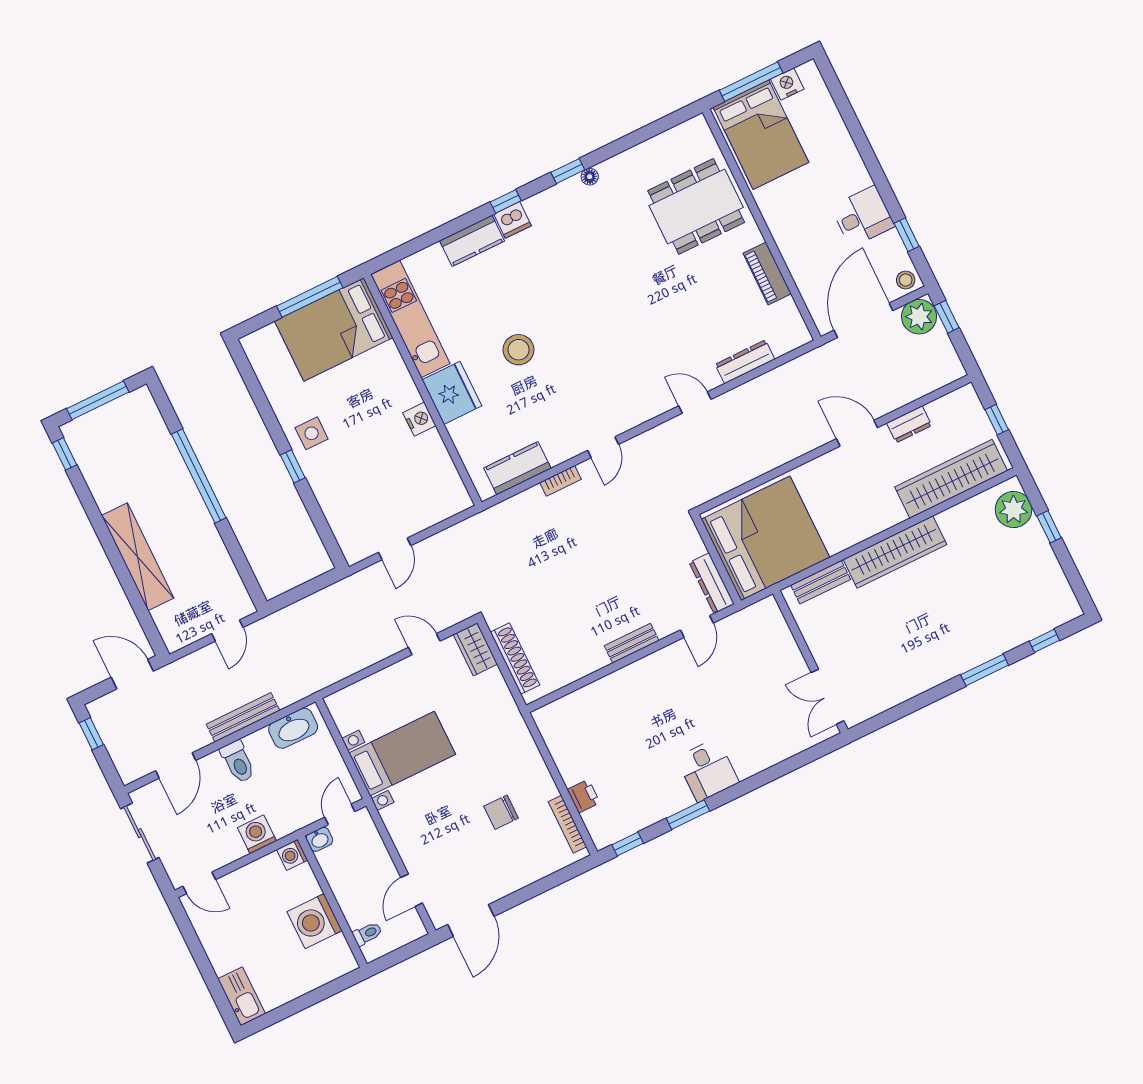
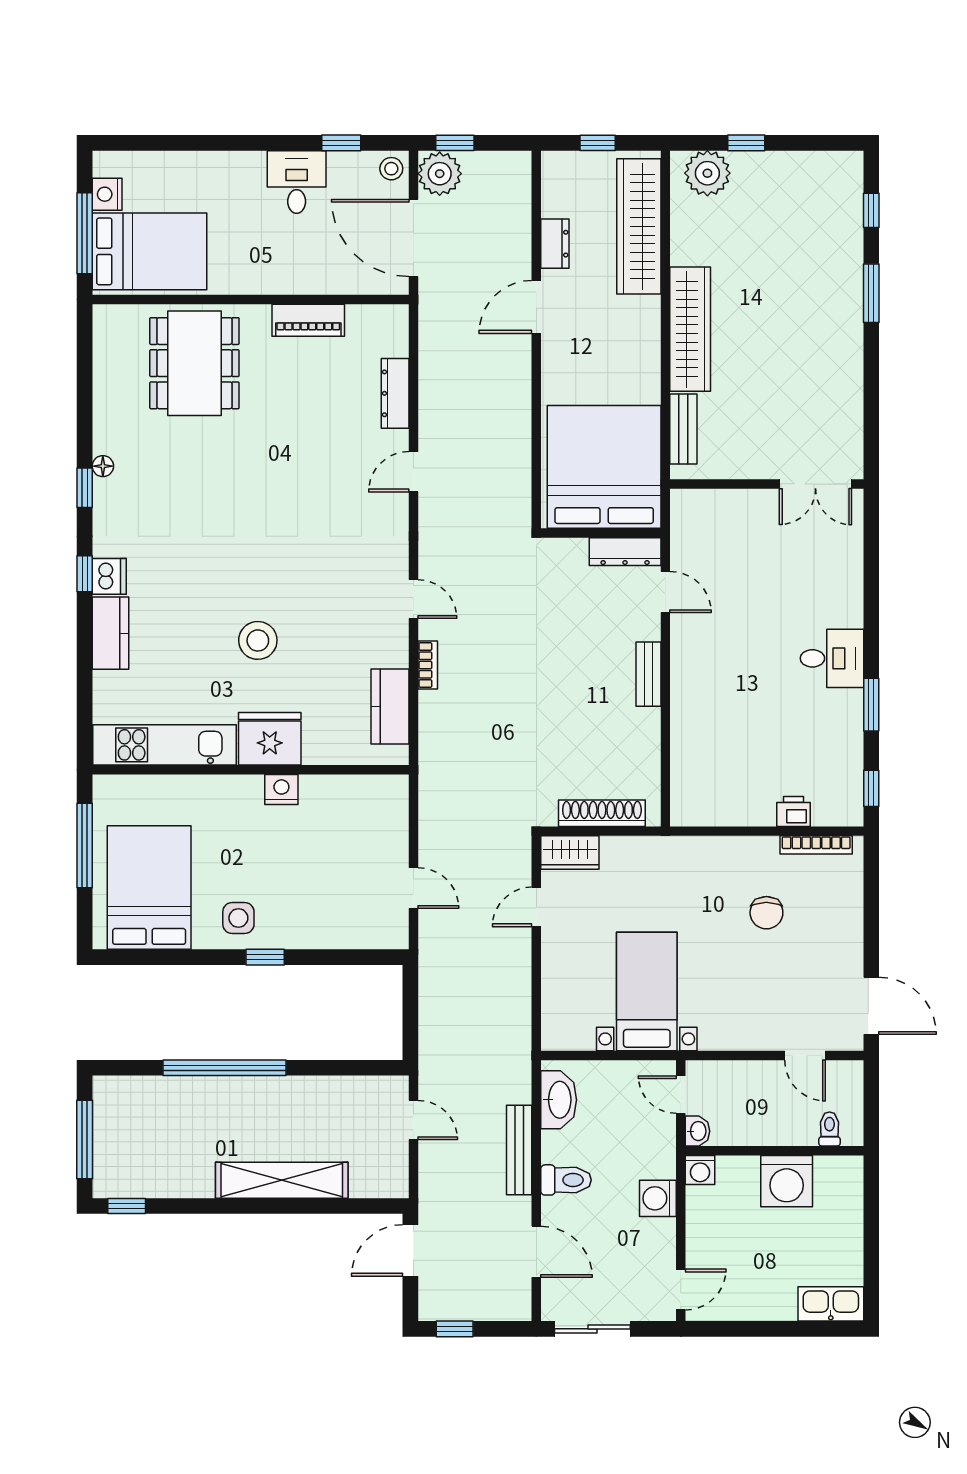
bed: (334, 329) -> (149, 887), moved, turned 180

